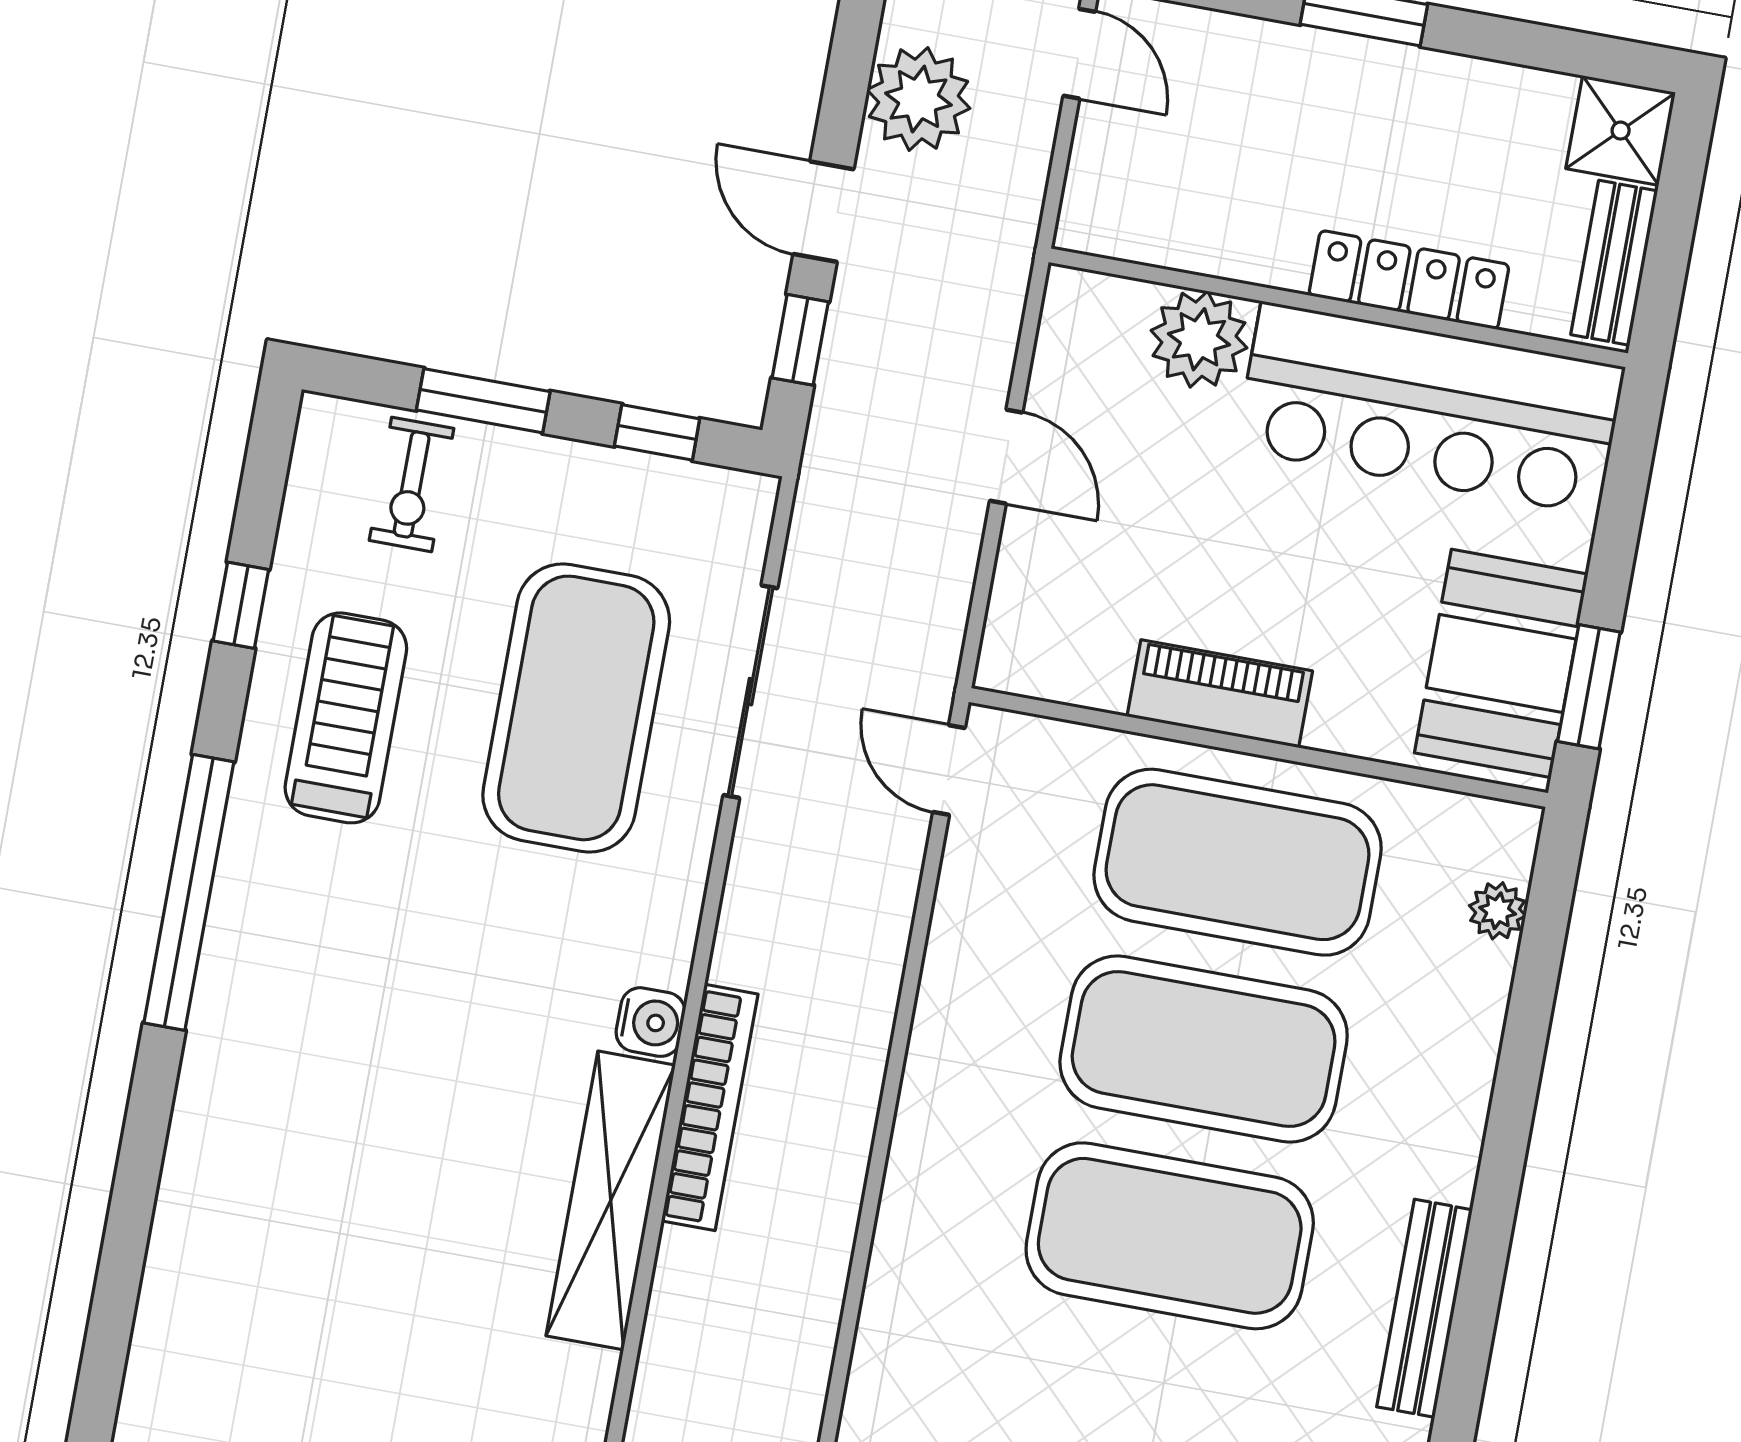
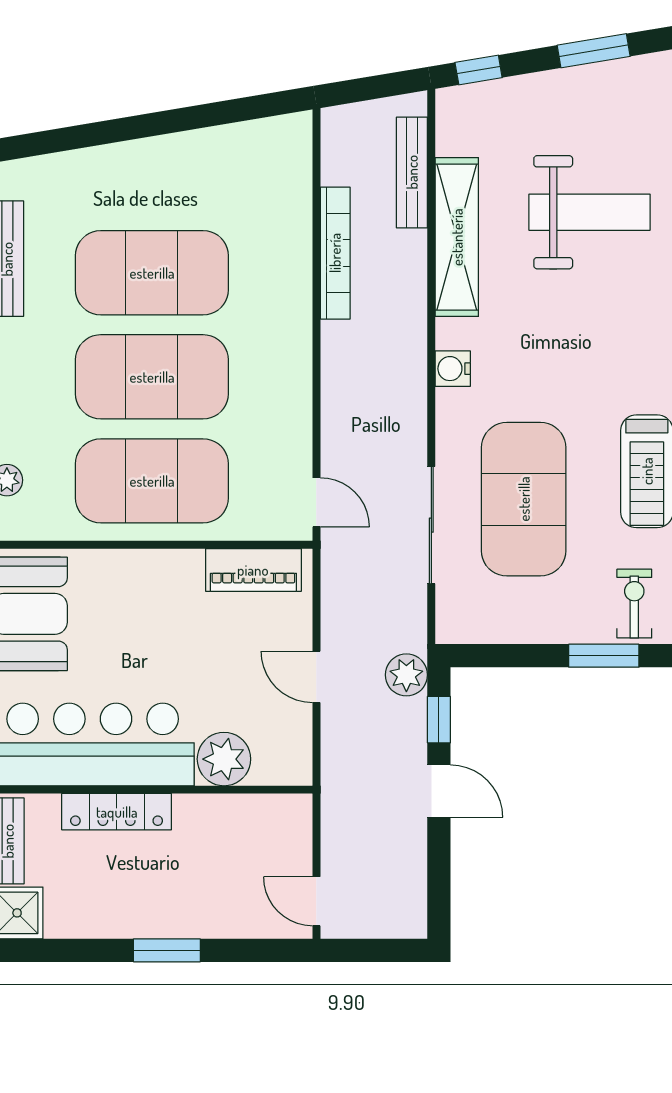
plant: (918, 99) -> (406, 675), moved, width x0.73, depth x0.73
window: (657, 432) -> (507, 656), removed
piano: (1220, 694) -> (253, 570), moved
water cooler: (651, 1022) -> (453, 369), moved
bookcase: (710, 1107) -> (335, 253), moved, turned 180
weight bench: (364, 1202) -> (590, 212), added
bench: (670, 1331) -> (412, 172), added

